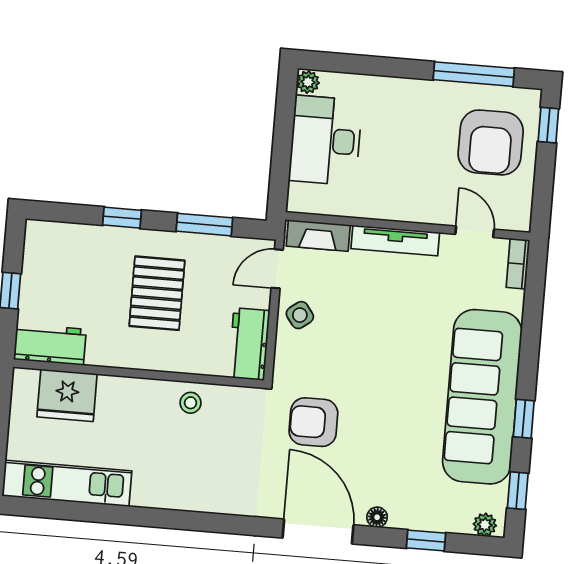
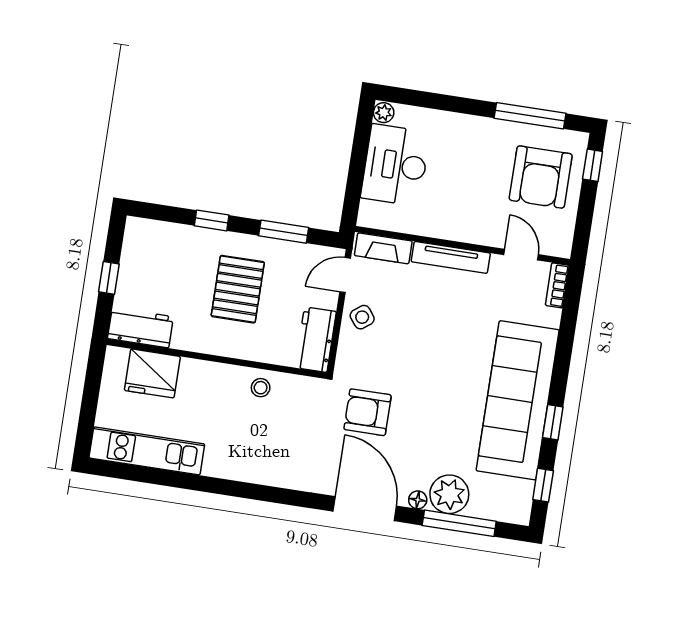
plant: (485, 525) -> (449, 494), moved, width x1.88, depth x1.88
window: (426, 540) -> (459, 523), width x2.17

